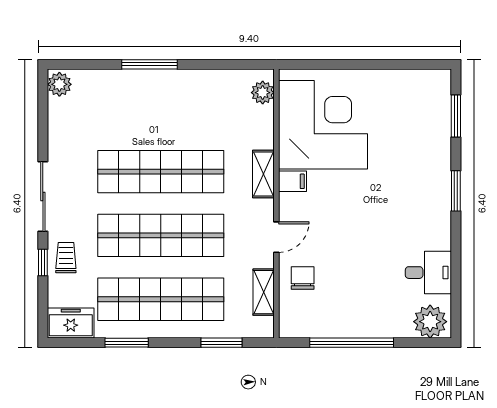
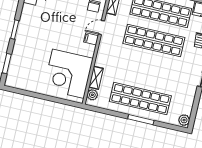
shop shelf: (161, 172) -> (140, 99), moved
shelving: (263, 174) -> (96, 78), moved
filing cabinet: (293, 181) -> (91, 39), moved

